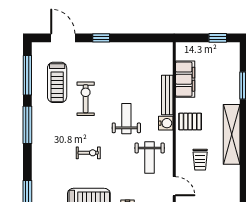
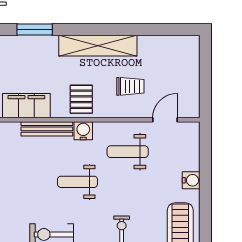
weight bench: (150, 157) -> (128, 152), turned 180

